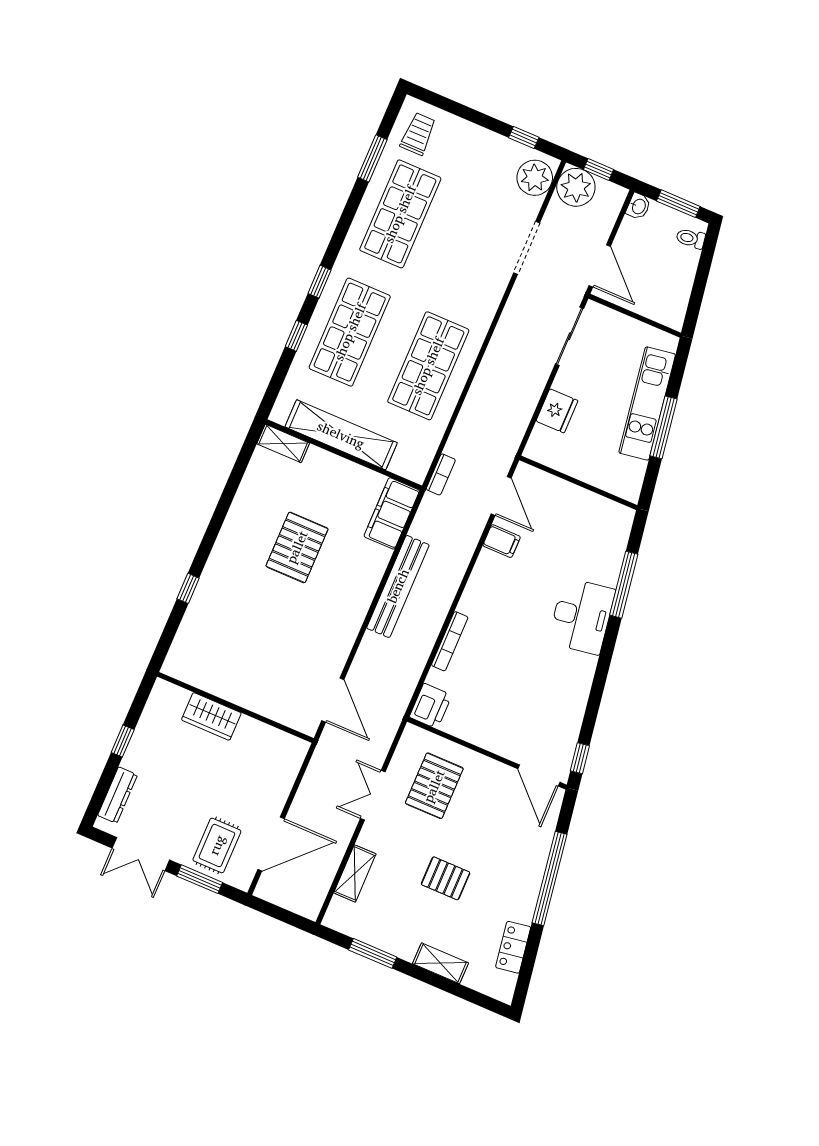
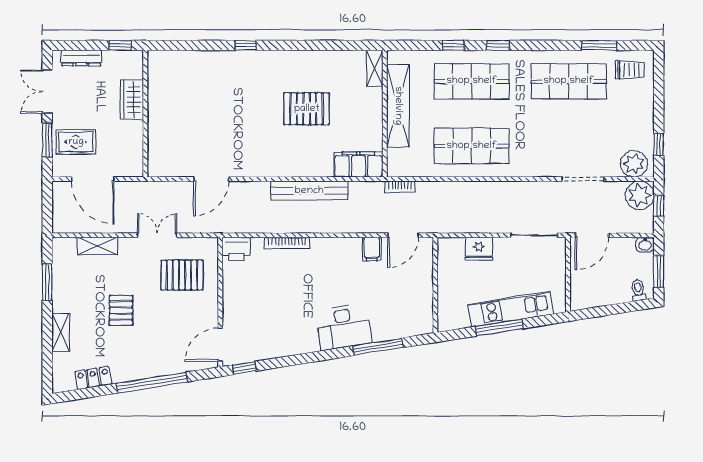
wall: (235, 707) -> (145, 114), moved
wardrobe: (211, 716) -> (132, 100), moved

